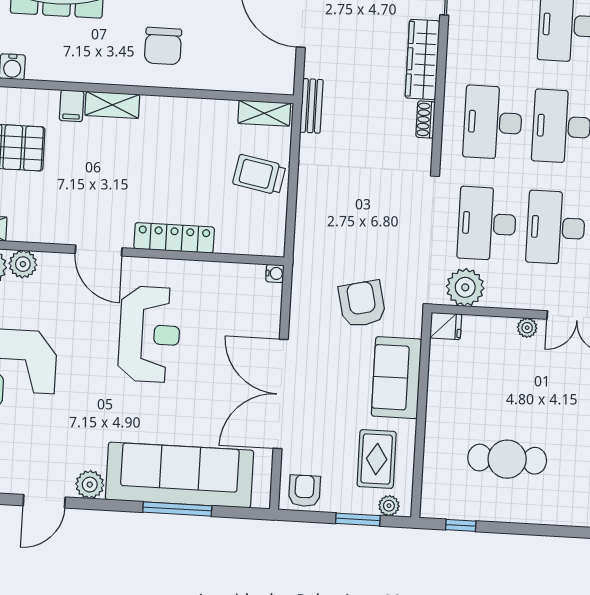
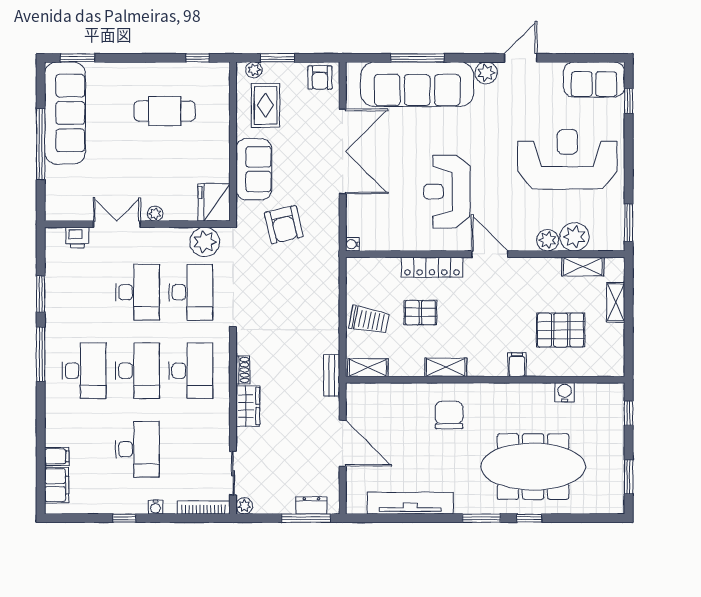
wardrobe: (423, 59) -> (248, 406), width x0.67
shelving: (112, 105) -> (446, 367), moved
pallet: (192, 180) -> (420, 313), added
fridge: (446, 326) -> (214, 202), width x1.88, depth x1.34

